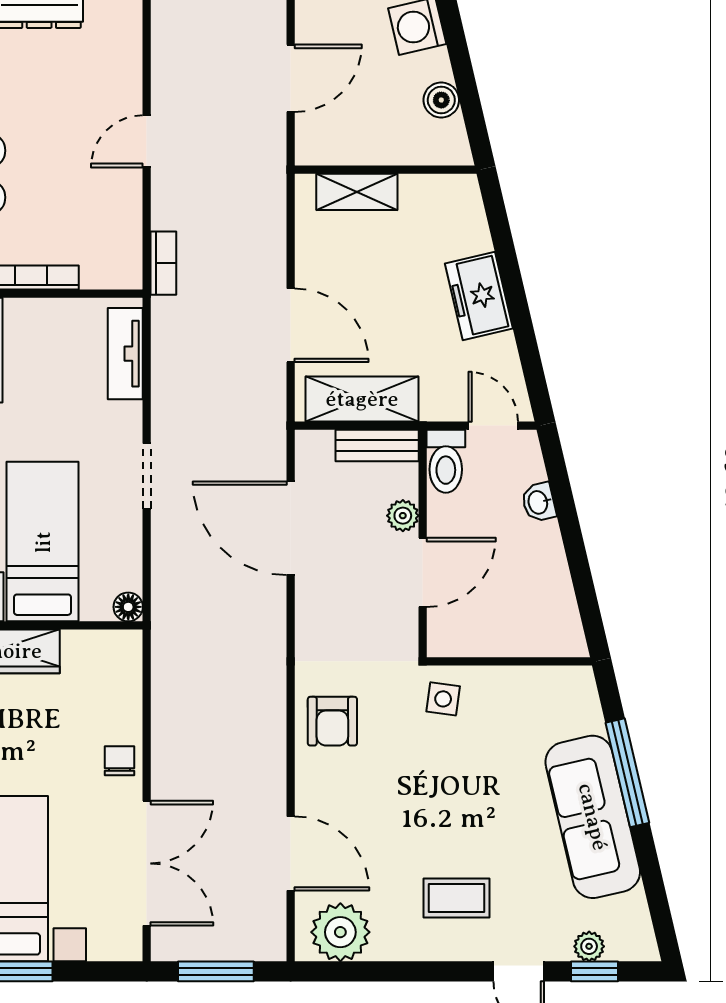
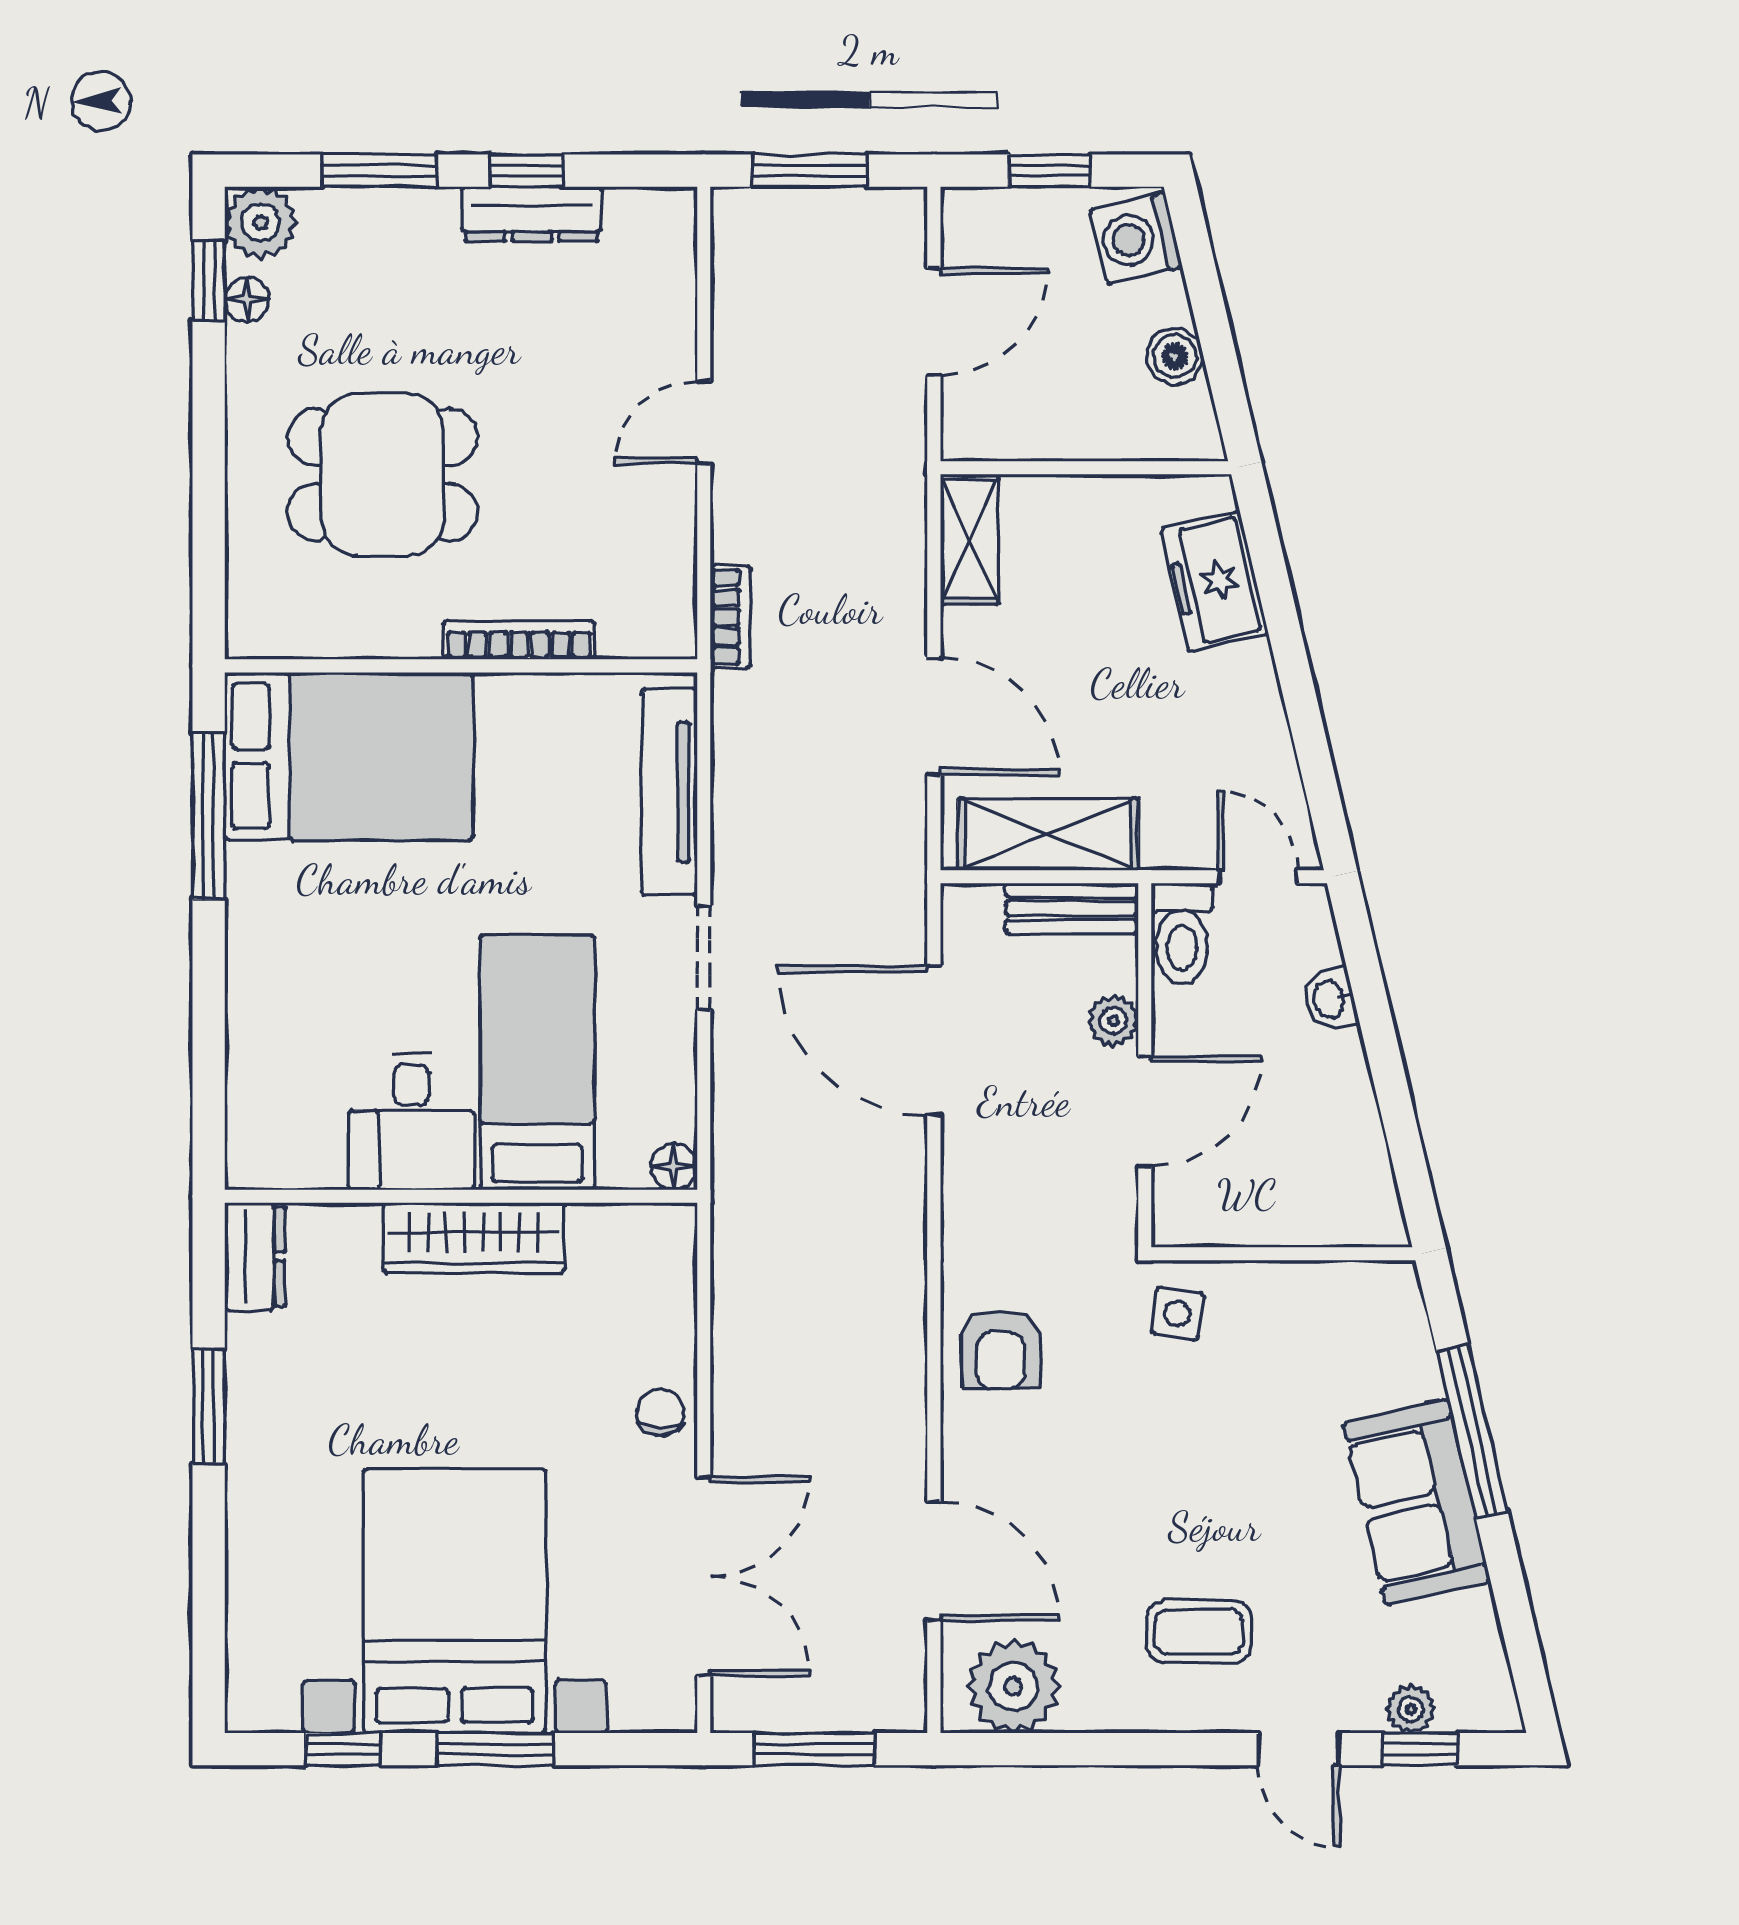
shelving: (357, 192) -> (969, 539), moved, turned 90
freezer: (479, 296) -> (1214, 582), moved
tv unit: (125, 354) -> (670, 792), width x1.41
sofa: (593, 817) -> (1417, 1502), width x0.73

